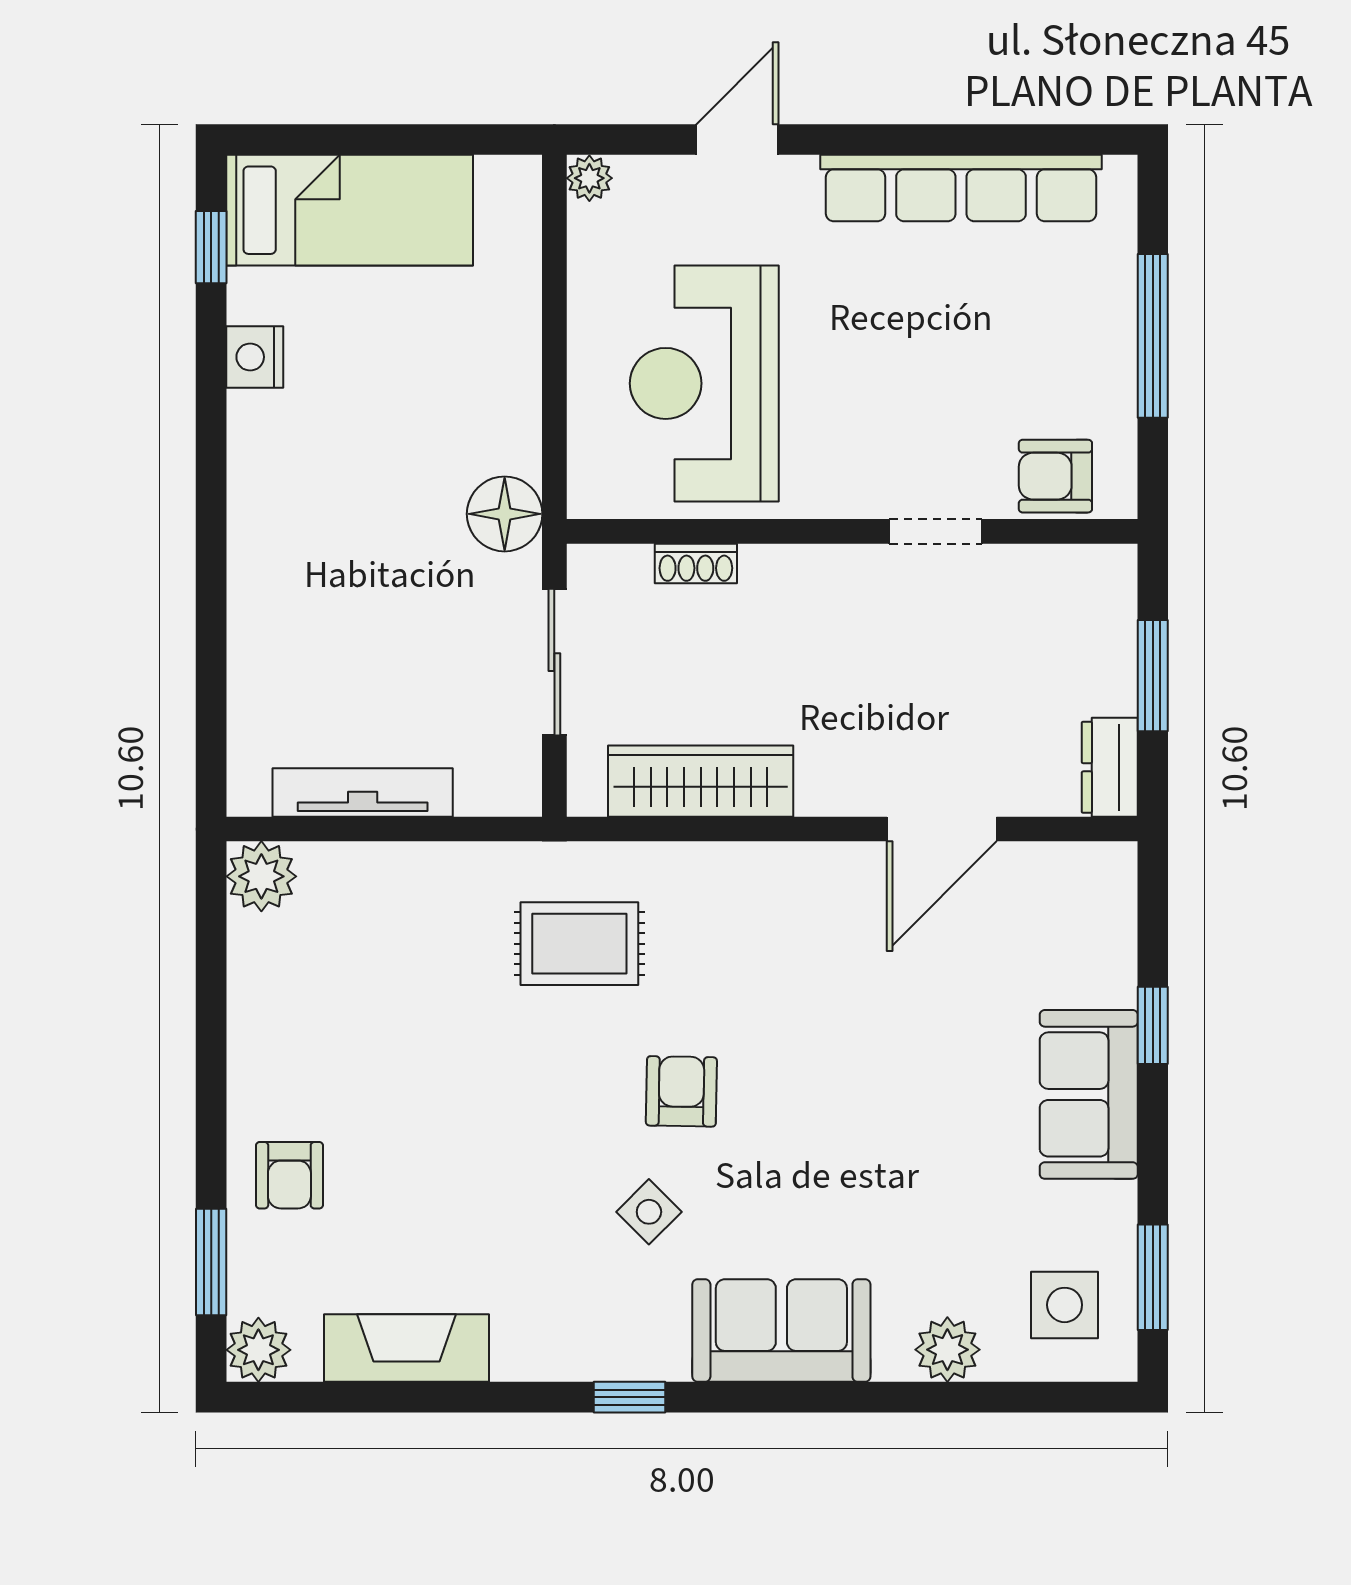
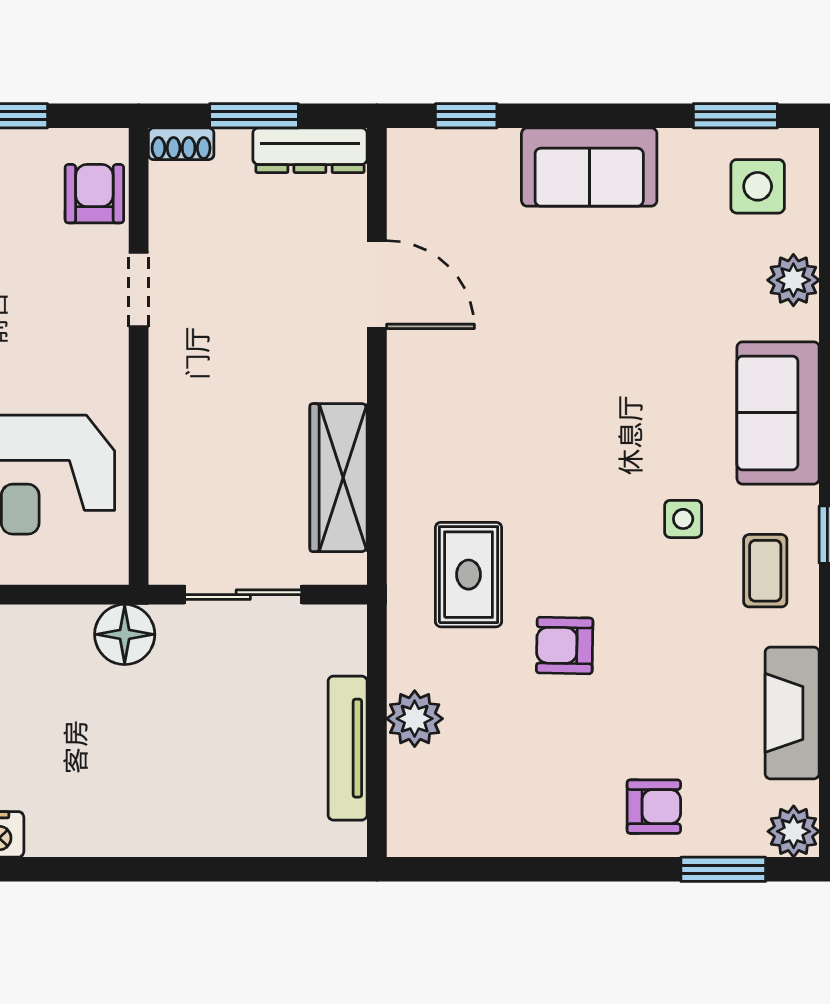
armchair: (1055, 476) -> (94, 194), turned 180
shoe rack: (696, 563) -> (181, 144), moved, turned 90
dresser: (1110, 767) -> (310, 150), width x1.44
plant: (261, 876) -> (415, 719), moved
window: (1153, 1025) -> (466, 116), moved
armchair: (681, 1091) -> (565, 645), moved
side table: (649, 1212) -> (683, 519), turned 45
coffee table: (584, 1314) -> (765, 571), added

